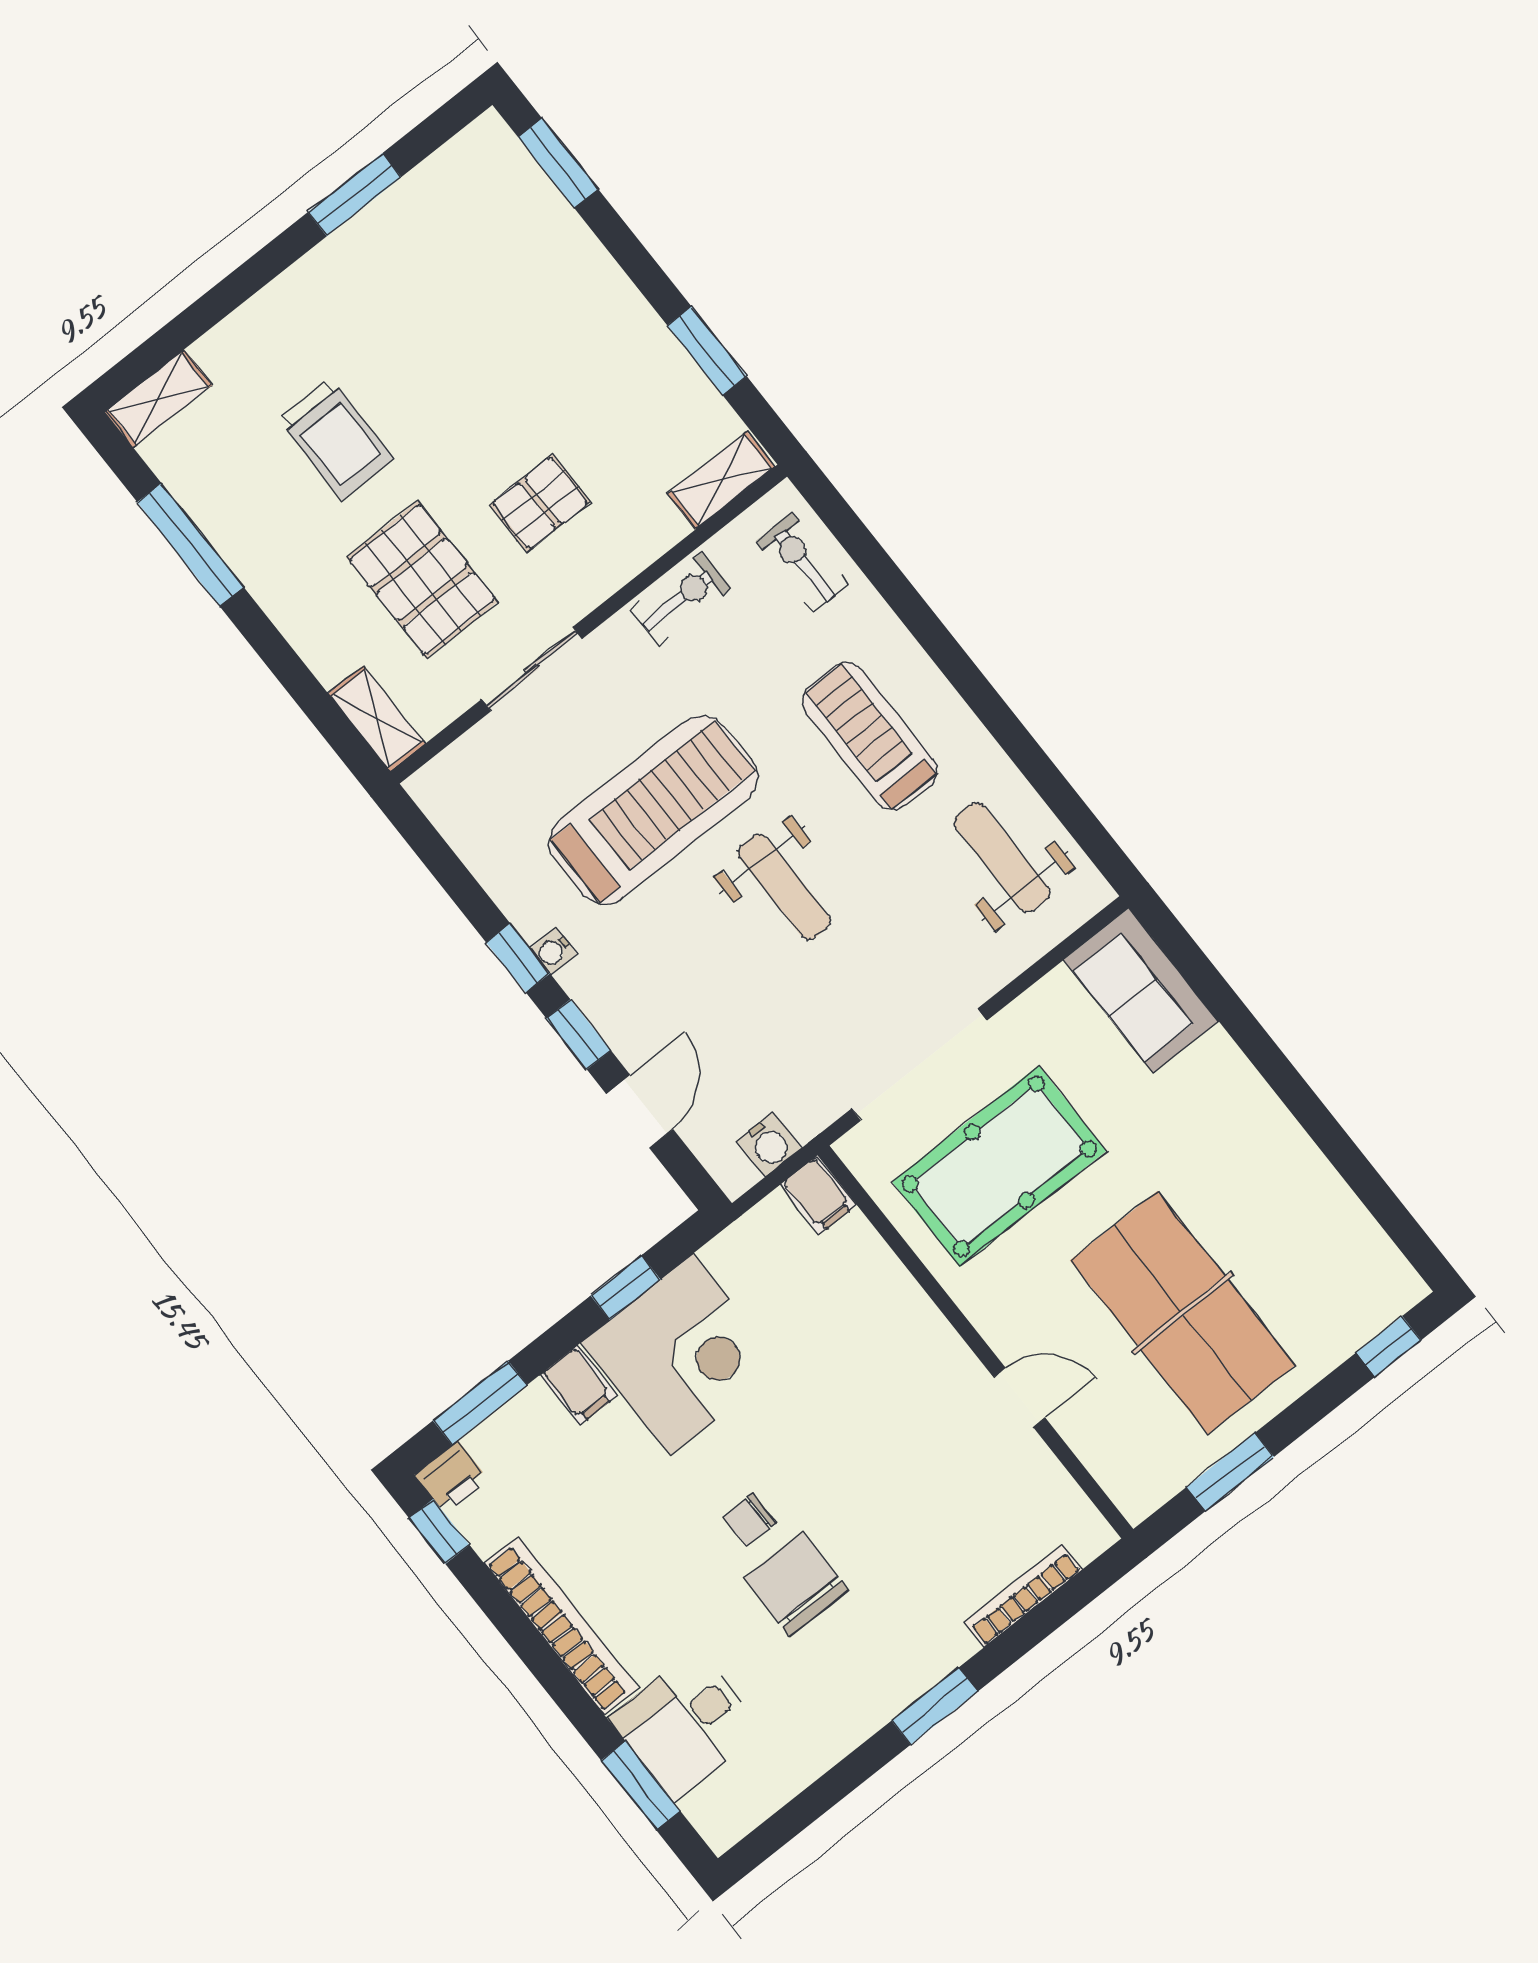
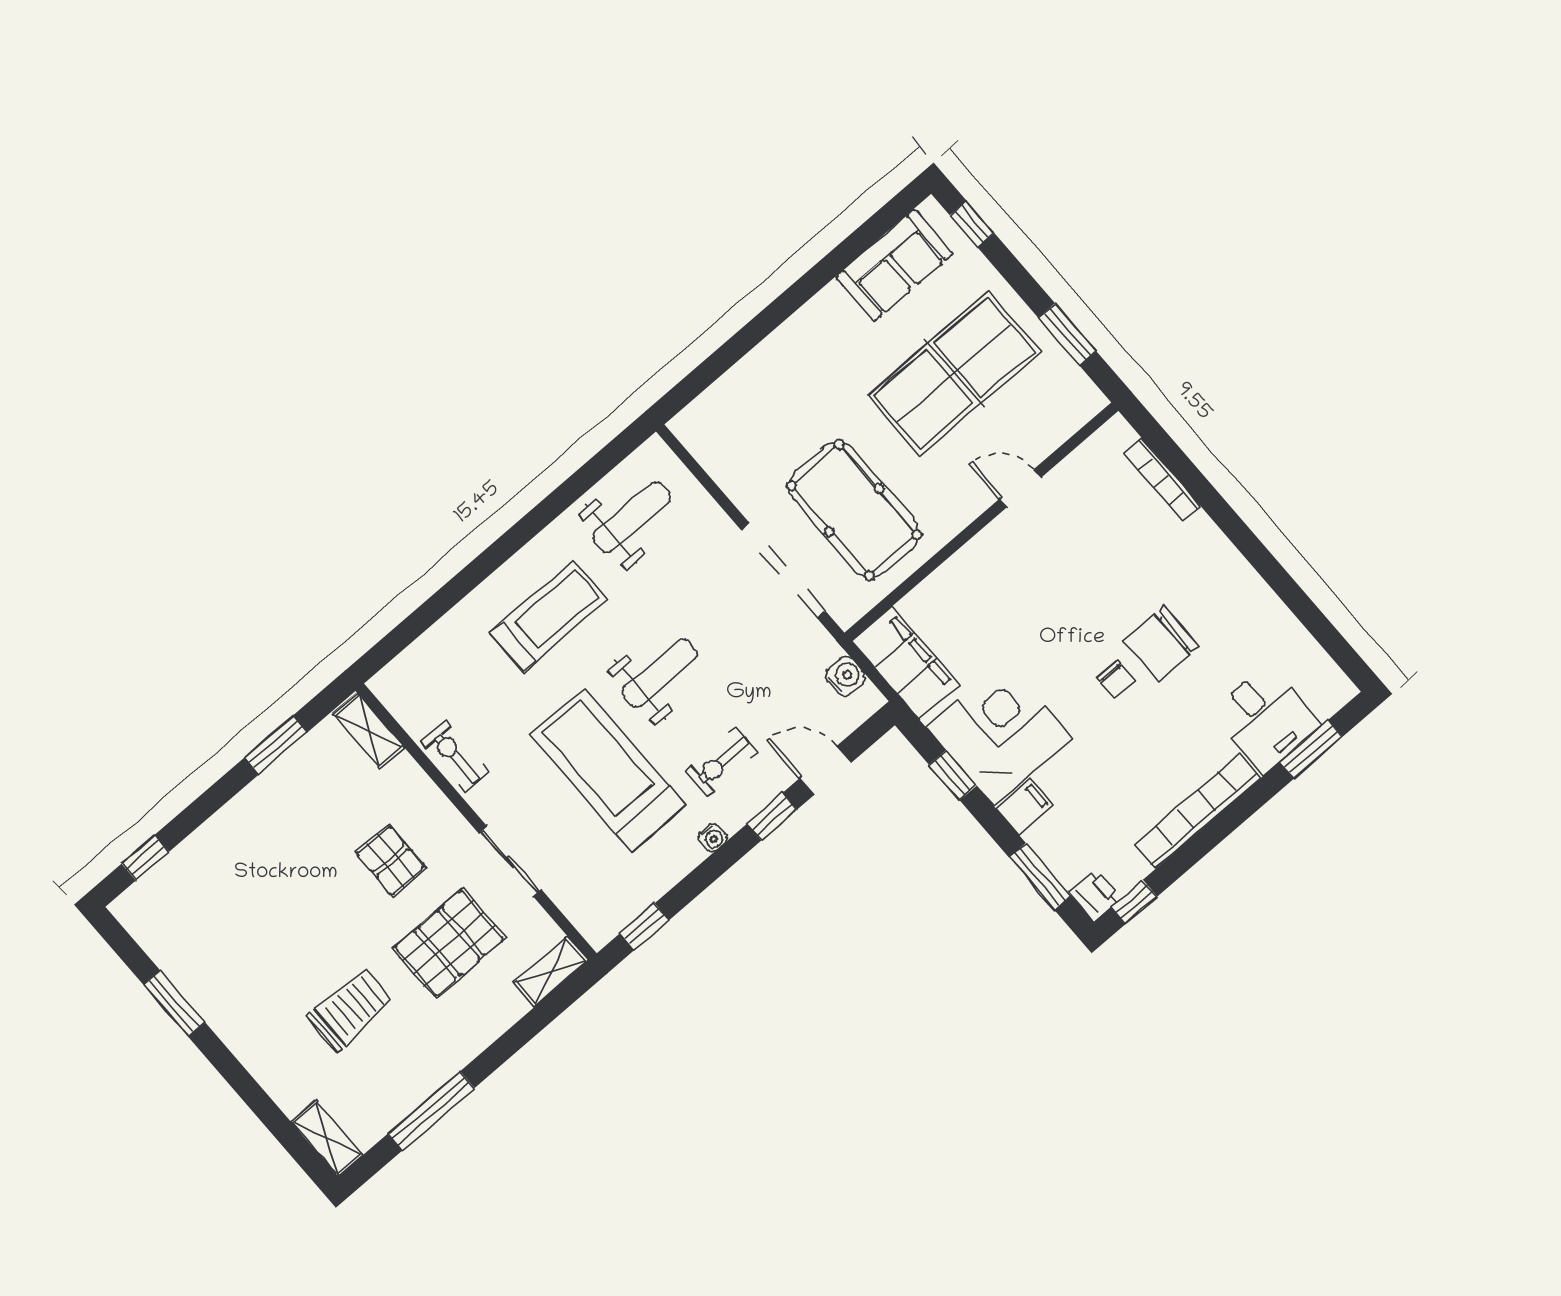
window: (558, 163) -> (145, 858), width x0.67
exercise bike: (802, 563) -> (722, 762), moved
treadmill: (870, 736) -> (548, 616), turned 180
weight bench: (1002, 857) -> (632, 517), turned 180
window: (518, 958) -> (644, 927), moved
sofa: (1141, 991) -> (894, 265), moved
filing cabinet: (818, 1195) -> (906, 663), width x3.00, depth x1.17
door: (1019, 1398) -> (1020, 488), hinge flipped
window: (935, 1706) -> (1245, 540), removed

